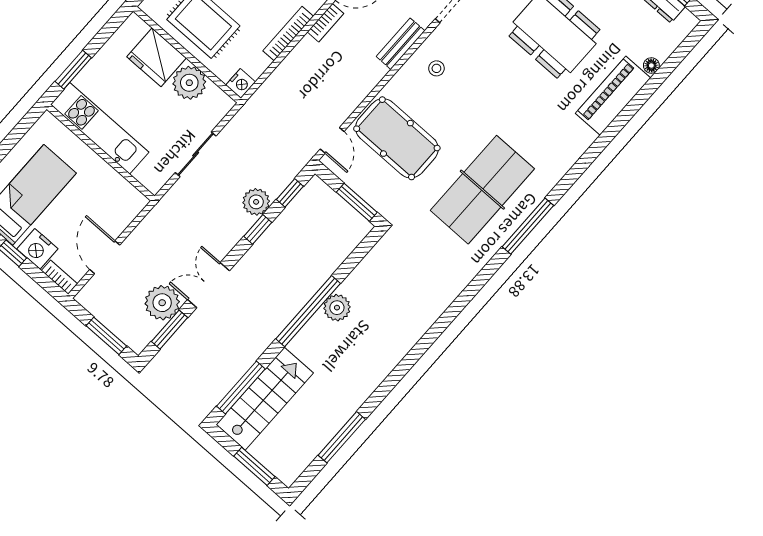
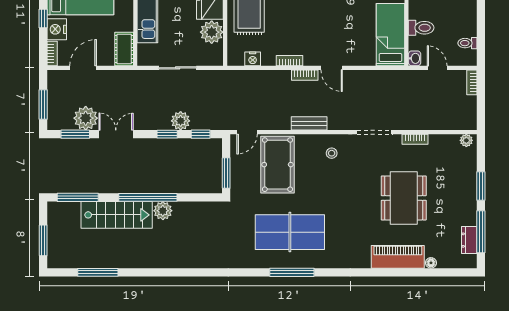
bookcase: (288, 34) -> (289, 61), width x0.64
bench: (401, 44) -> (309, 123), moved
nightstand: (241, 83) -> (253, 59), moved
cot: (124, 194) -> (124, 49), added
stairs: (265, 399) -> (117, 215), moved

